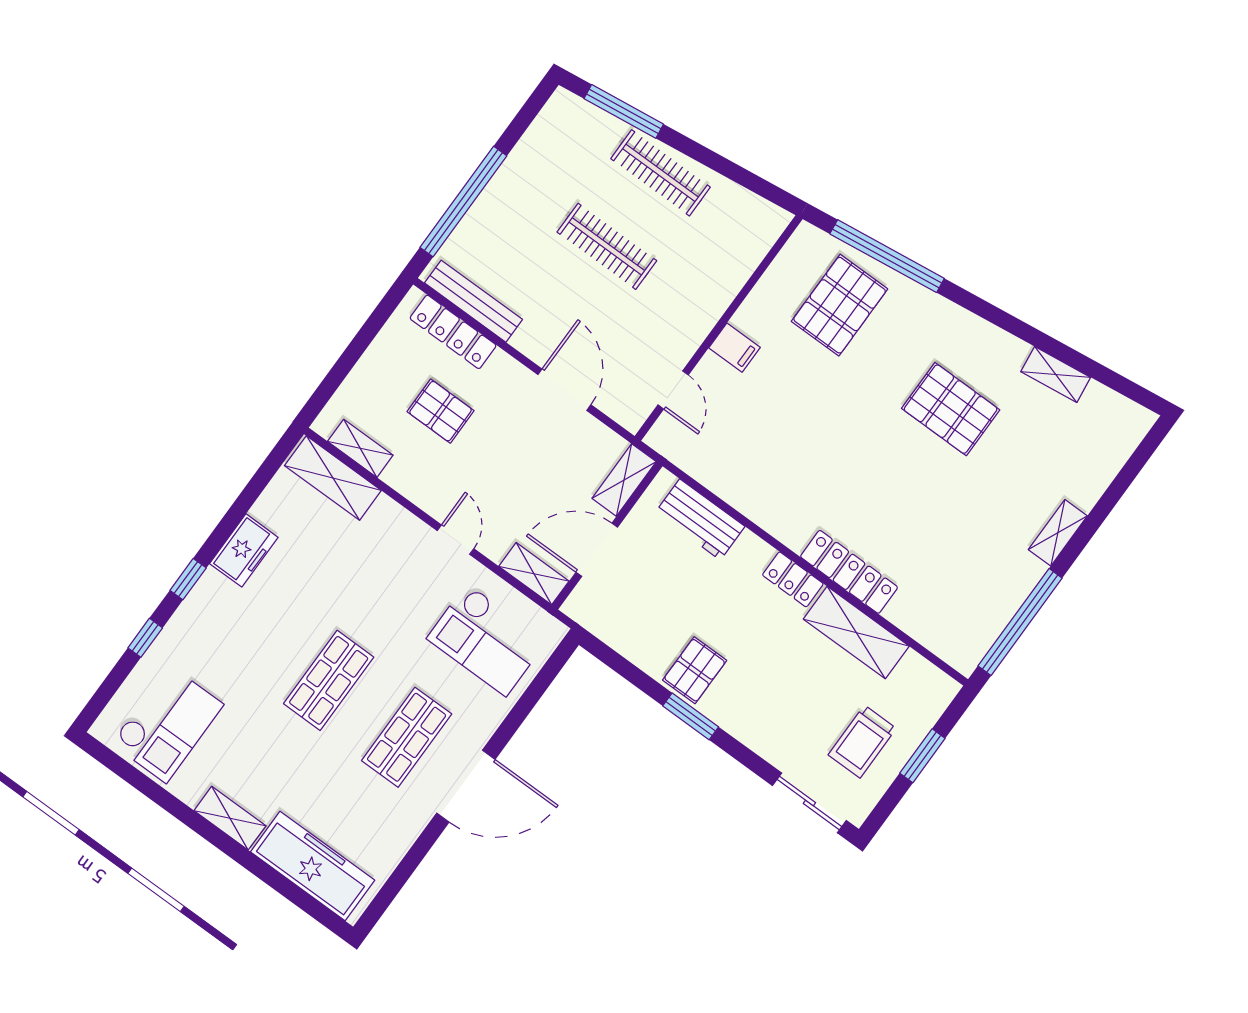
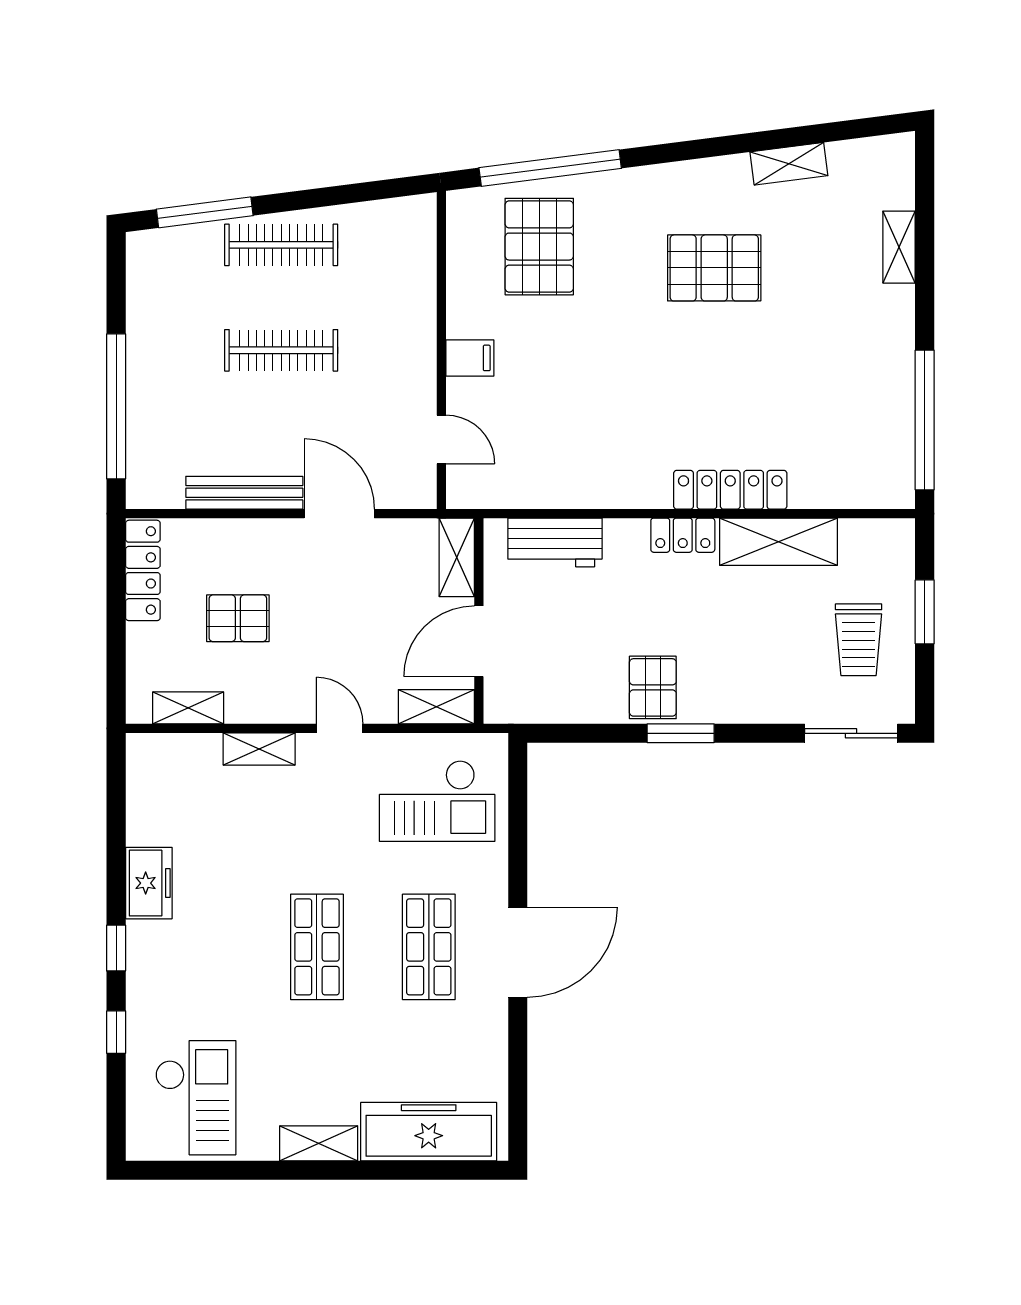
bench: (474, 301) -> (244, 493), moved
locker: (453, 332) -> (143, 570), moved, turned -90
shelving: (333, 478) -> (259, 749), moved, width x0.67, depth x0.75
shelving: (1058, 533) -> (899, 247), moved

